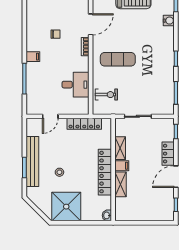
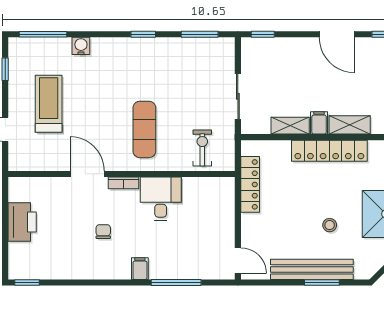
desk: (75, 85) -> (161, 199), moved
door: (50, 116) -> (238, 261), moved
locker: (168, 154) -> (299, 47), removed

